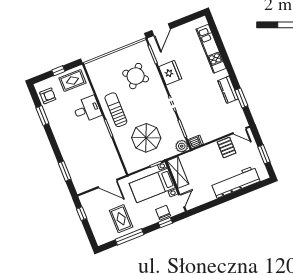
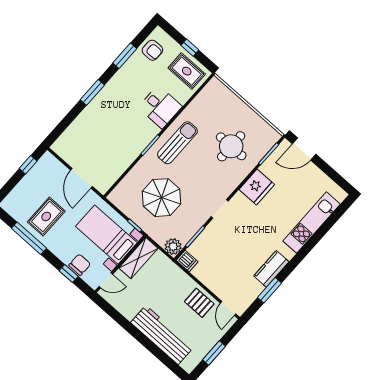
round table: (136, 76) -> (231, 146), turned -38
pallet: (227, 148) -> (199, 303), turned 90
window: (65, 171) -> (92, 92), moved

